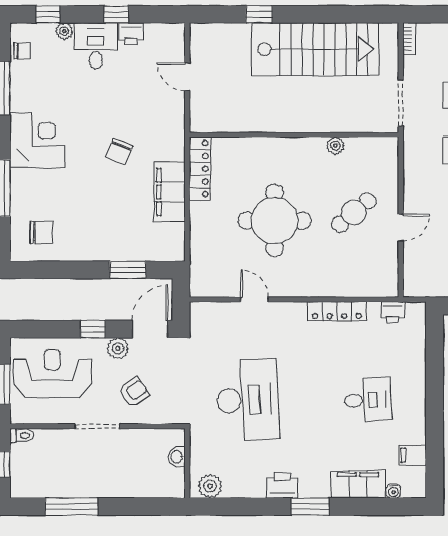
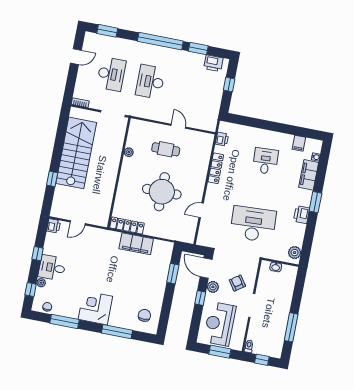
printer: (131, 34) -> (54, 226), moved
chair: (119, 152) -> (110, 266), removed
cafe table: (354, 212) -> (166, 149), turned -50

